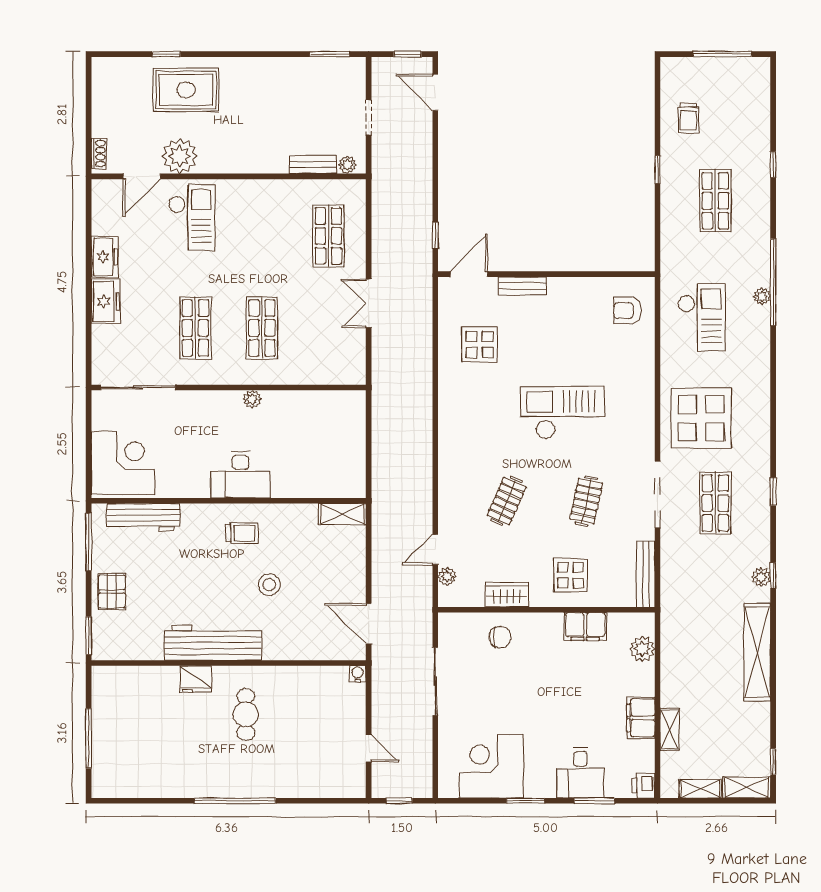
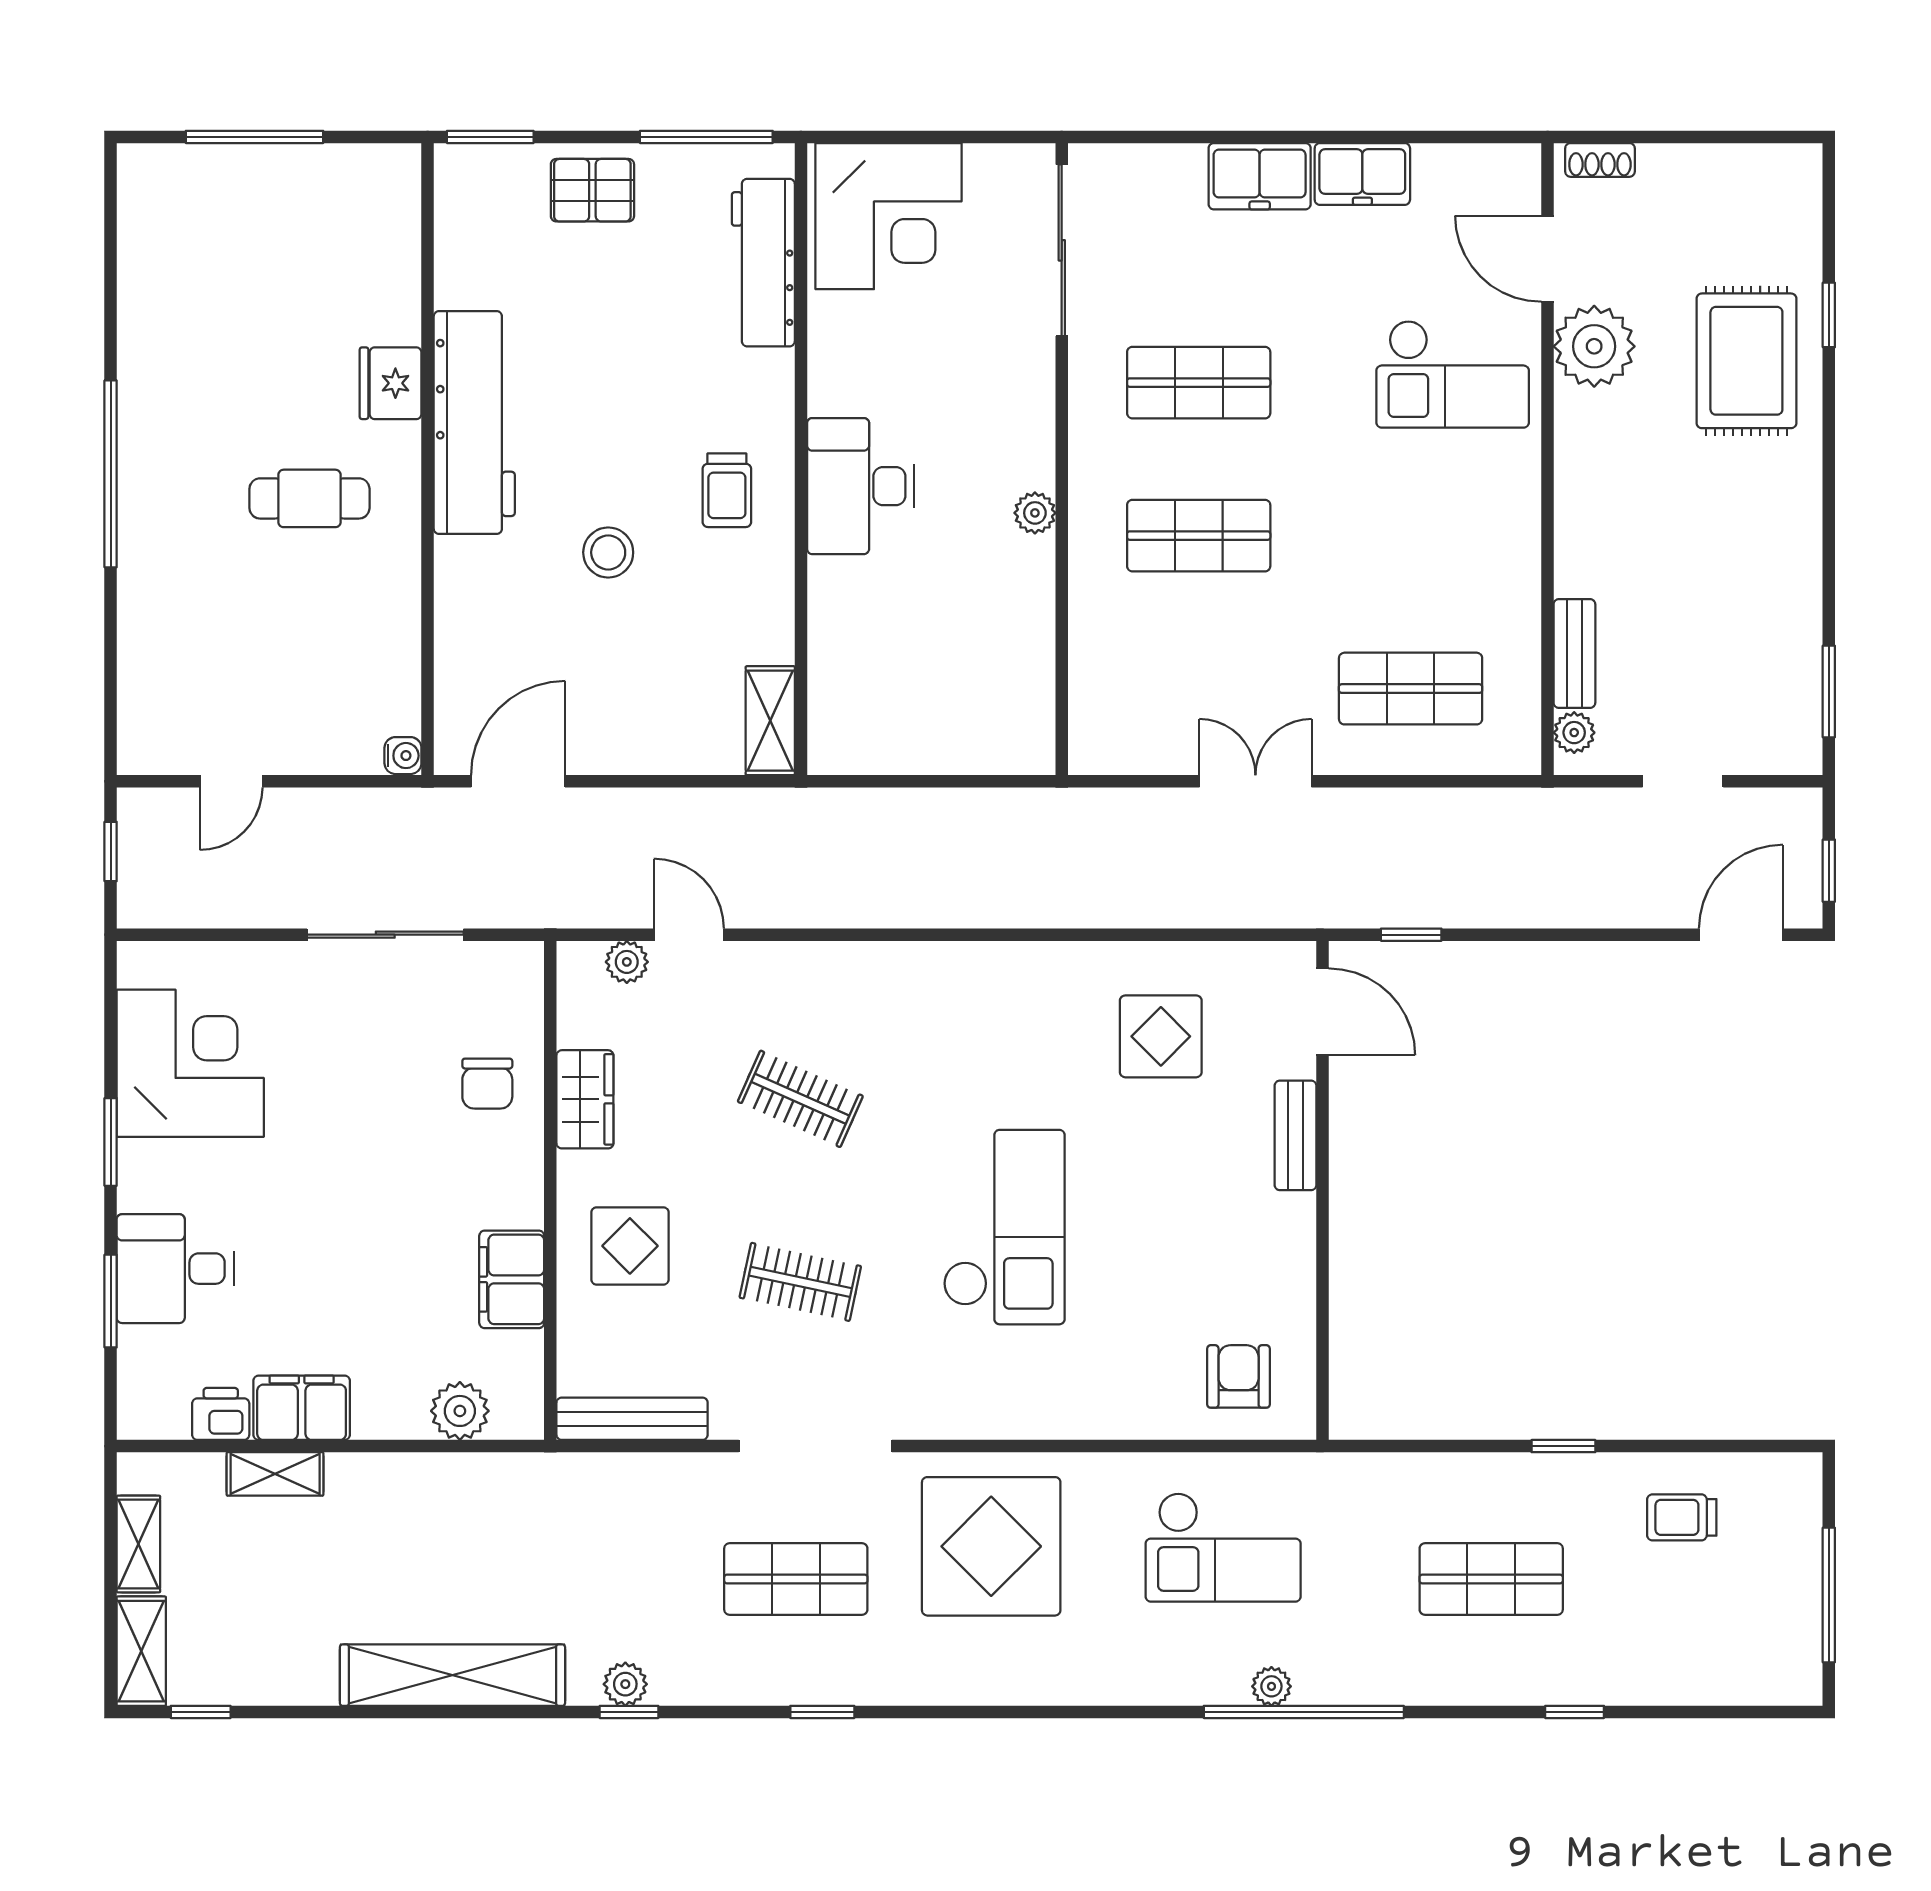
printer: (644, 786) -> (221, 1414), moved

